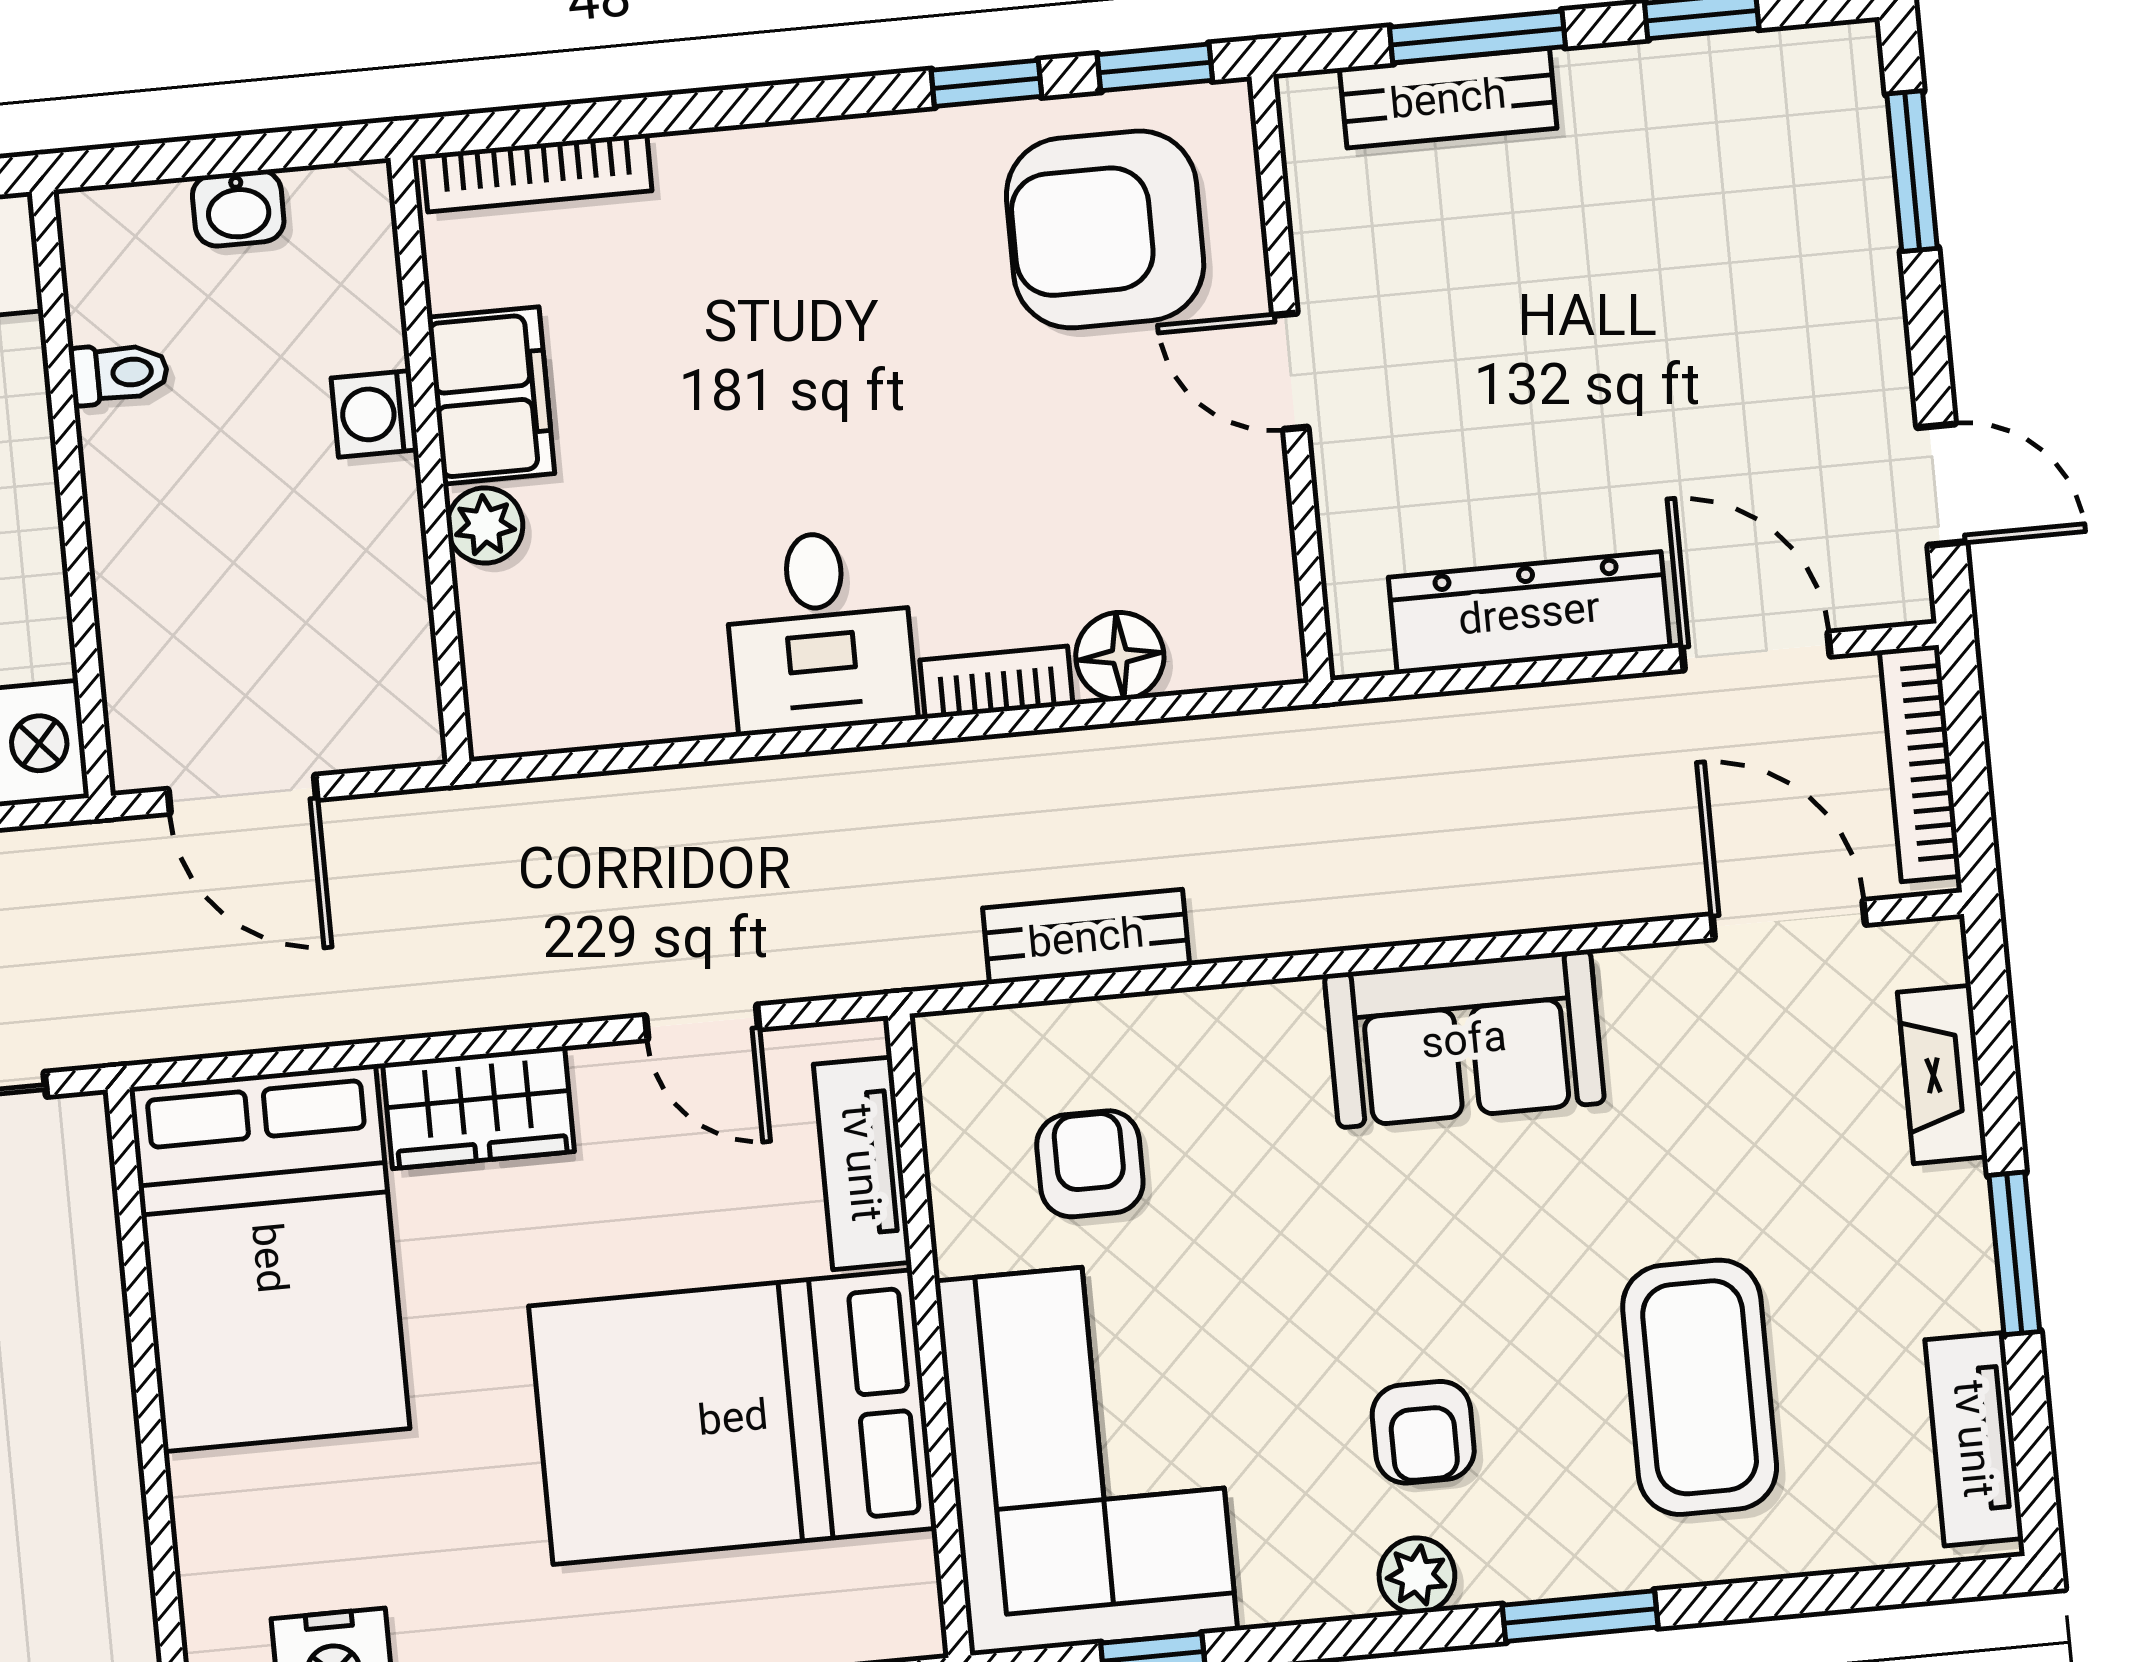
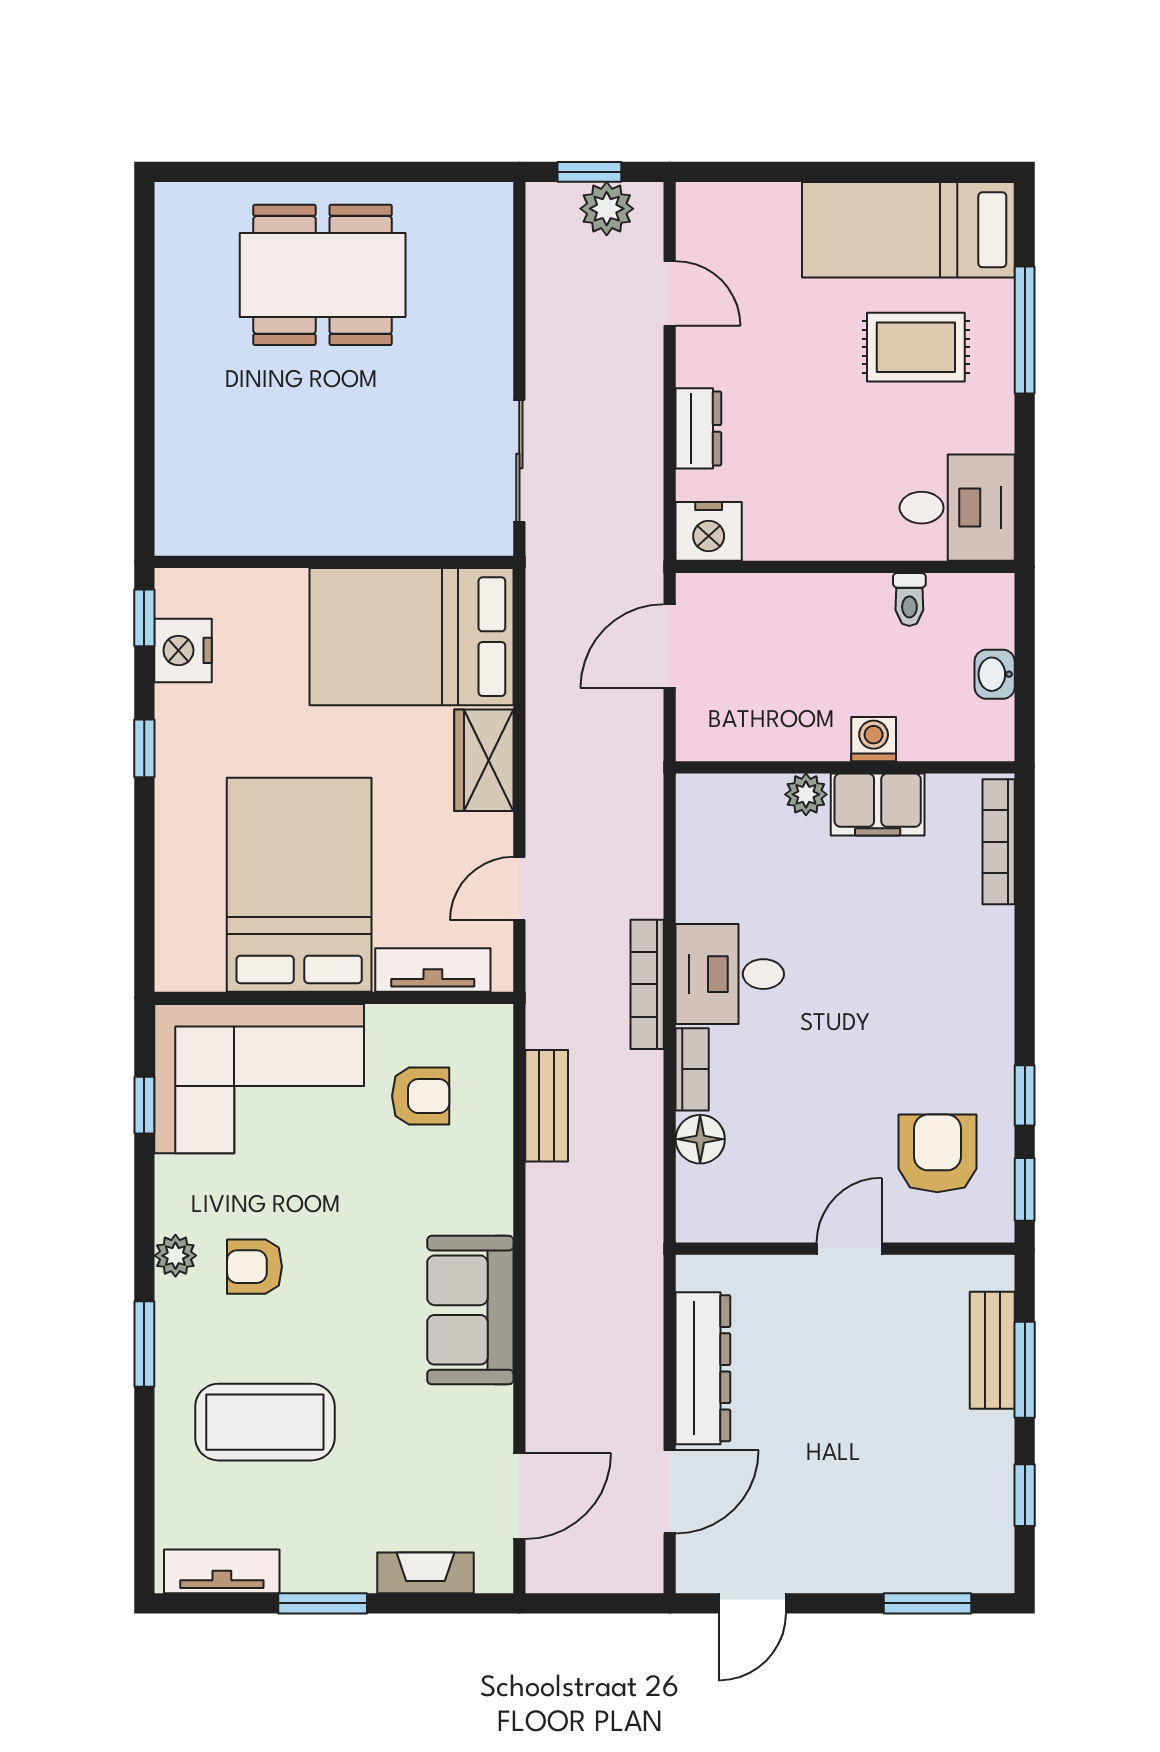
armchair: (1105, 229) -> (937, 1153), width x0.73, depth x0.73
bookcase: (1920, 763) -> (647, 984), moved, turned -90

